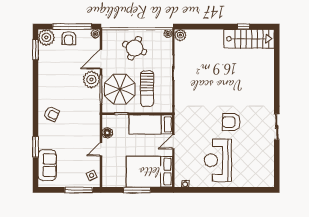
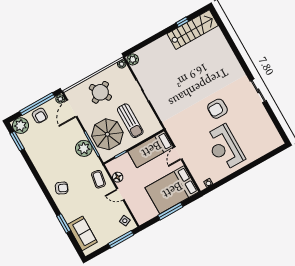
round table: (135, 48) -> (100, 92), turned 38
door: (101, 59) -> (72, 108), moved
plant: (91, 80) -> (84, 148), moved
coffee table: (89, 125) -> (98, 179), added
door: (101, 149) -> (120, 194), hinge flipped

